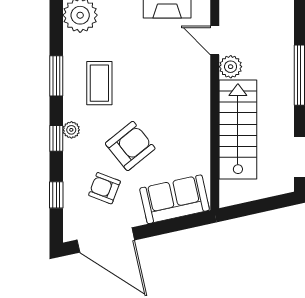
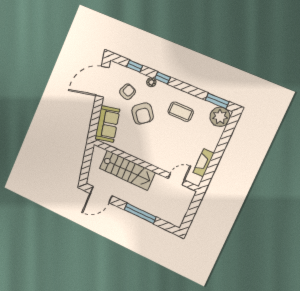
plant: (231, 67) -> (160, 181), removed
window: (56, 76) -> (217, 101), moved
plant: (71, 130) -> (151, 82), moved

